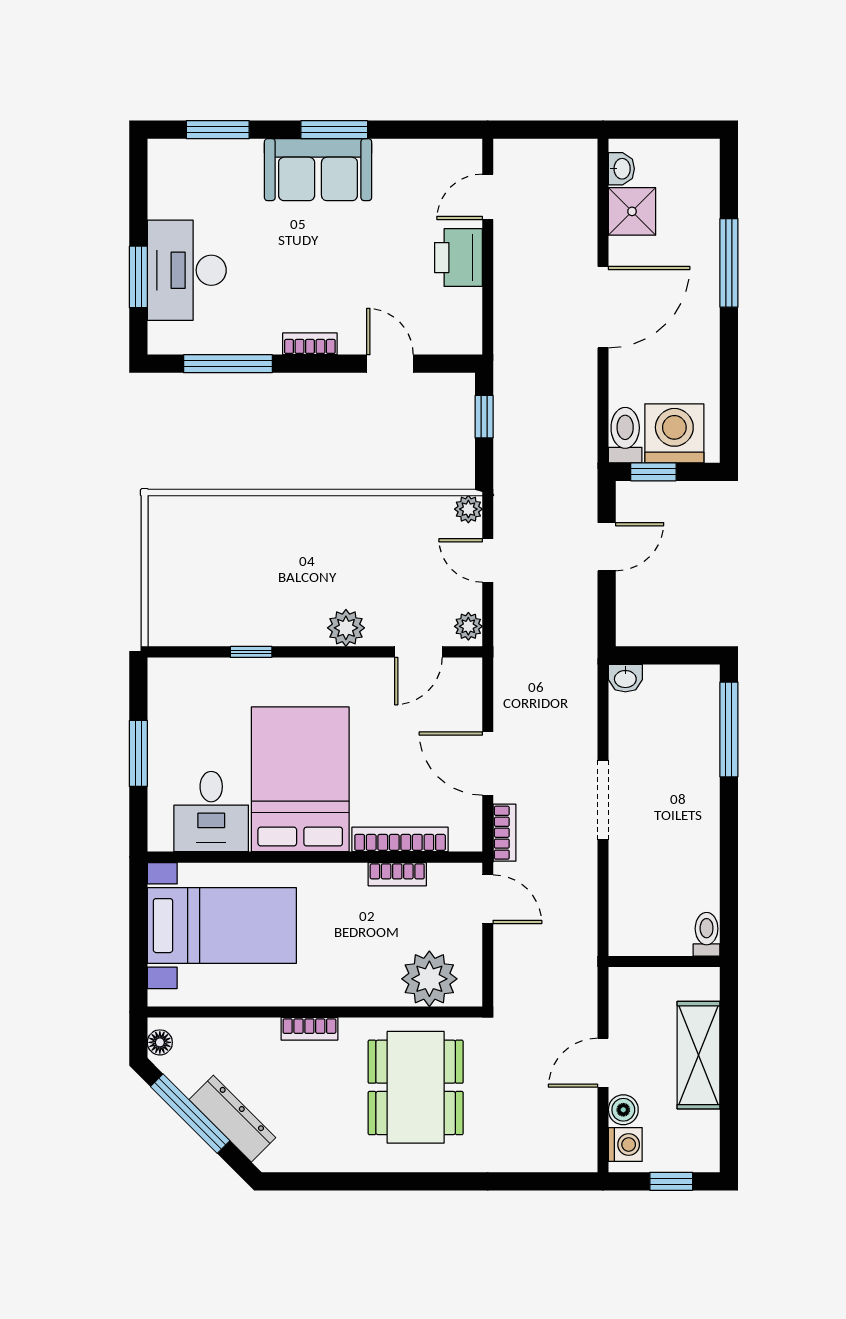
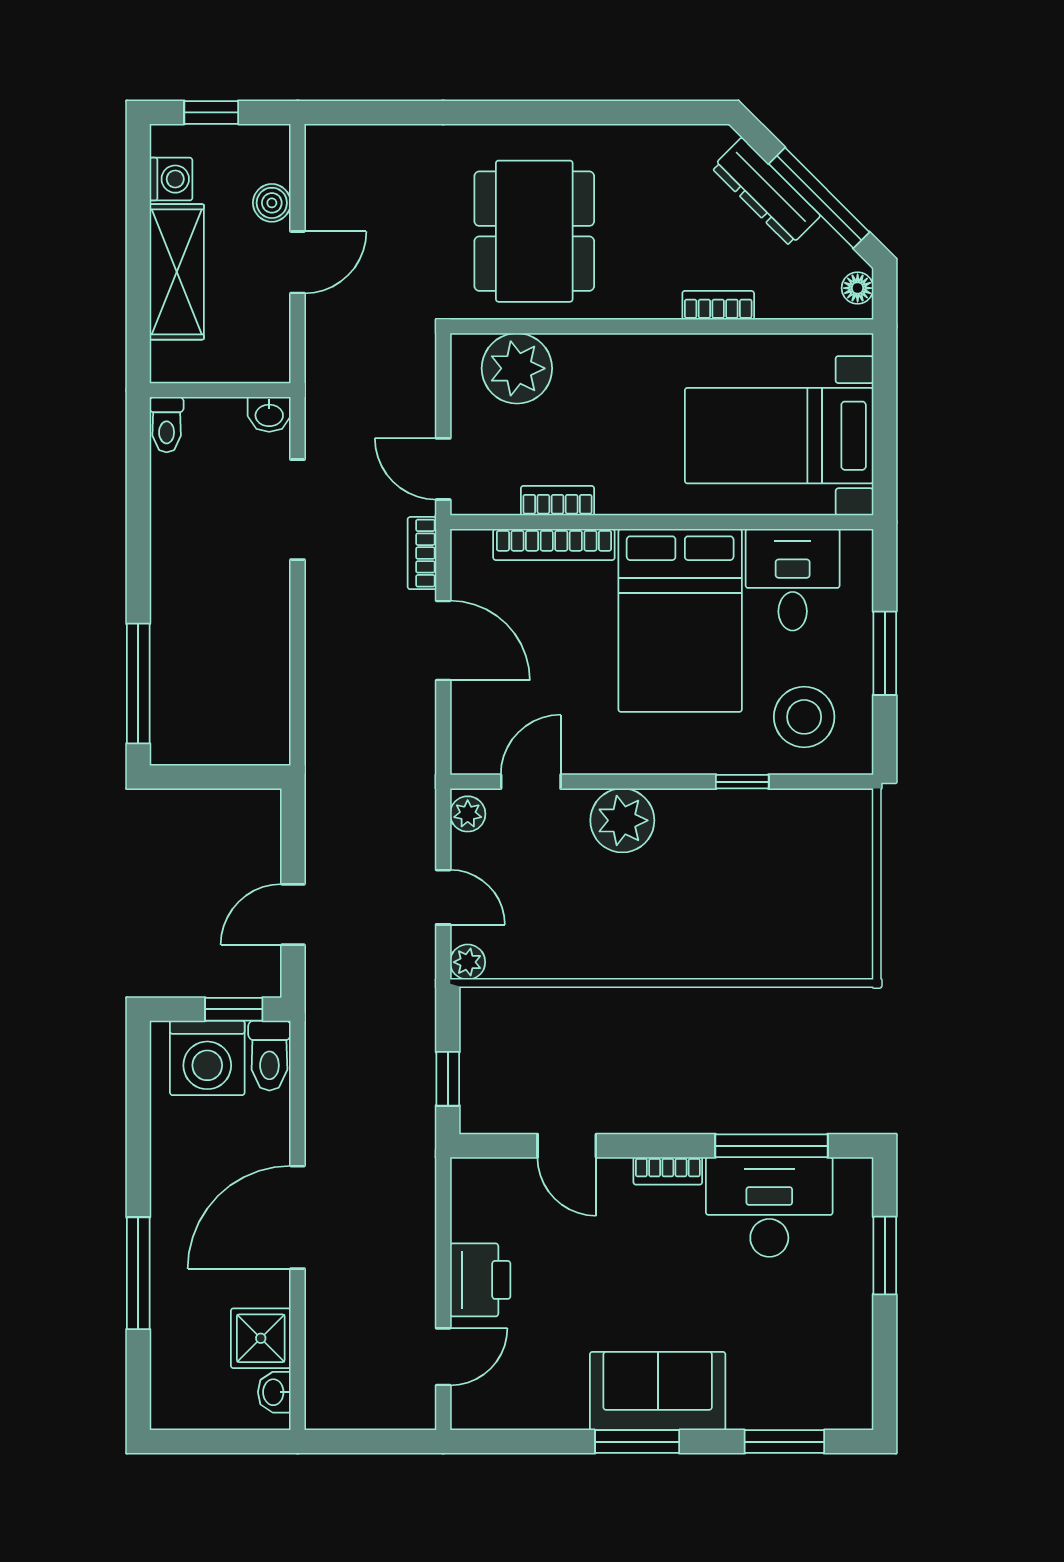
desk: (187, 270) -> (769, 1207), moved, turned -90
plant: (346, 628) -> (622, 820), width x1.36, depth x1.36
washbasin: (625, 678) -> (269, 414), moved, turned 180
stool: (202, 703) -> (804, 717), added
doorway: (603, 800) -> (298, 510), moved
bookcase: (309, 1029) -> (718, 305), moved
washing machine: (625, 1145) -> (171, 179), moved, turned 180

